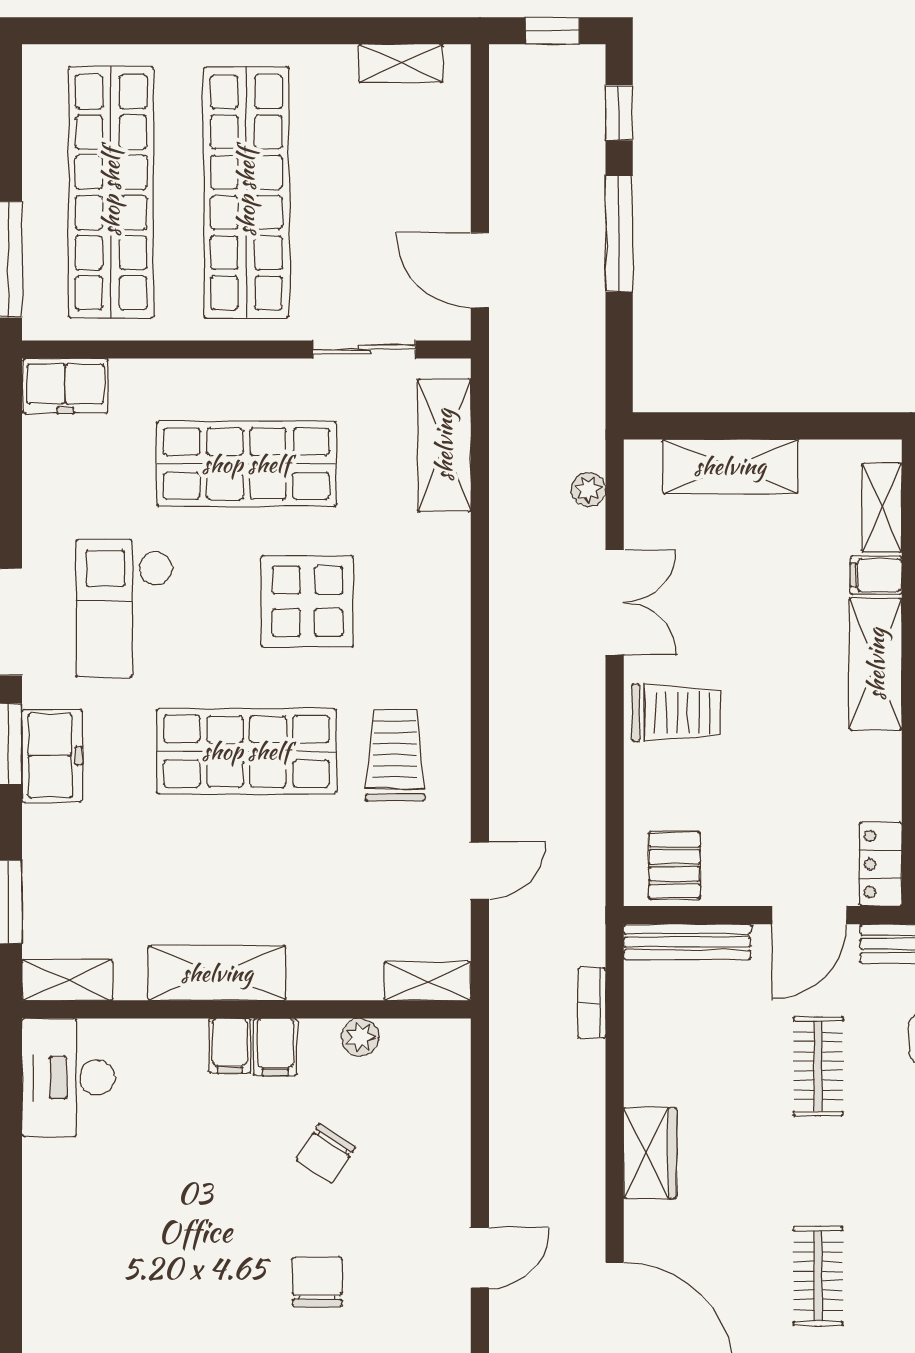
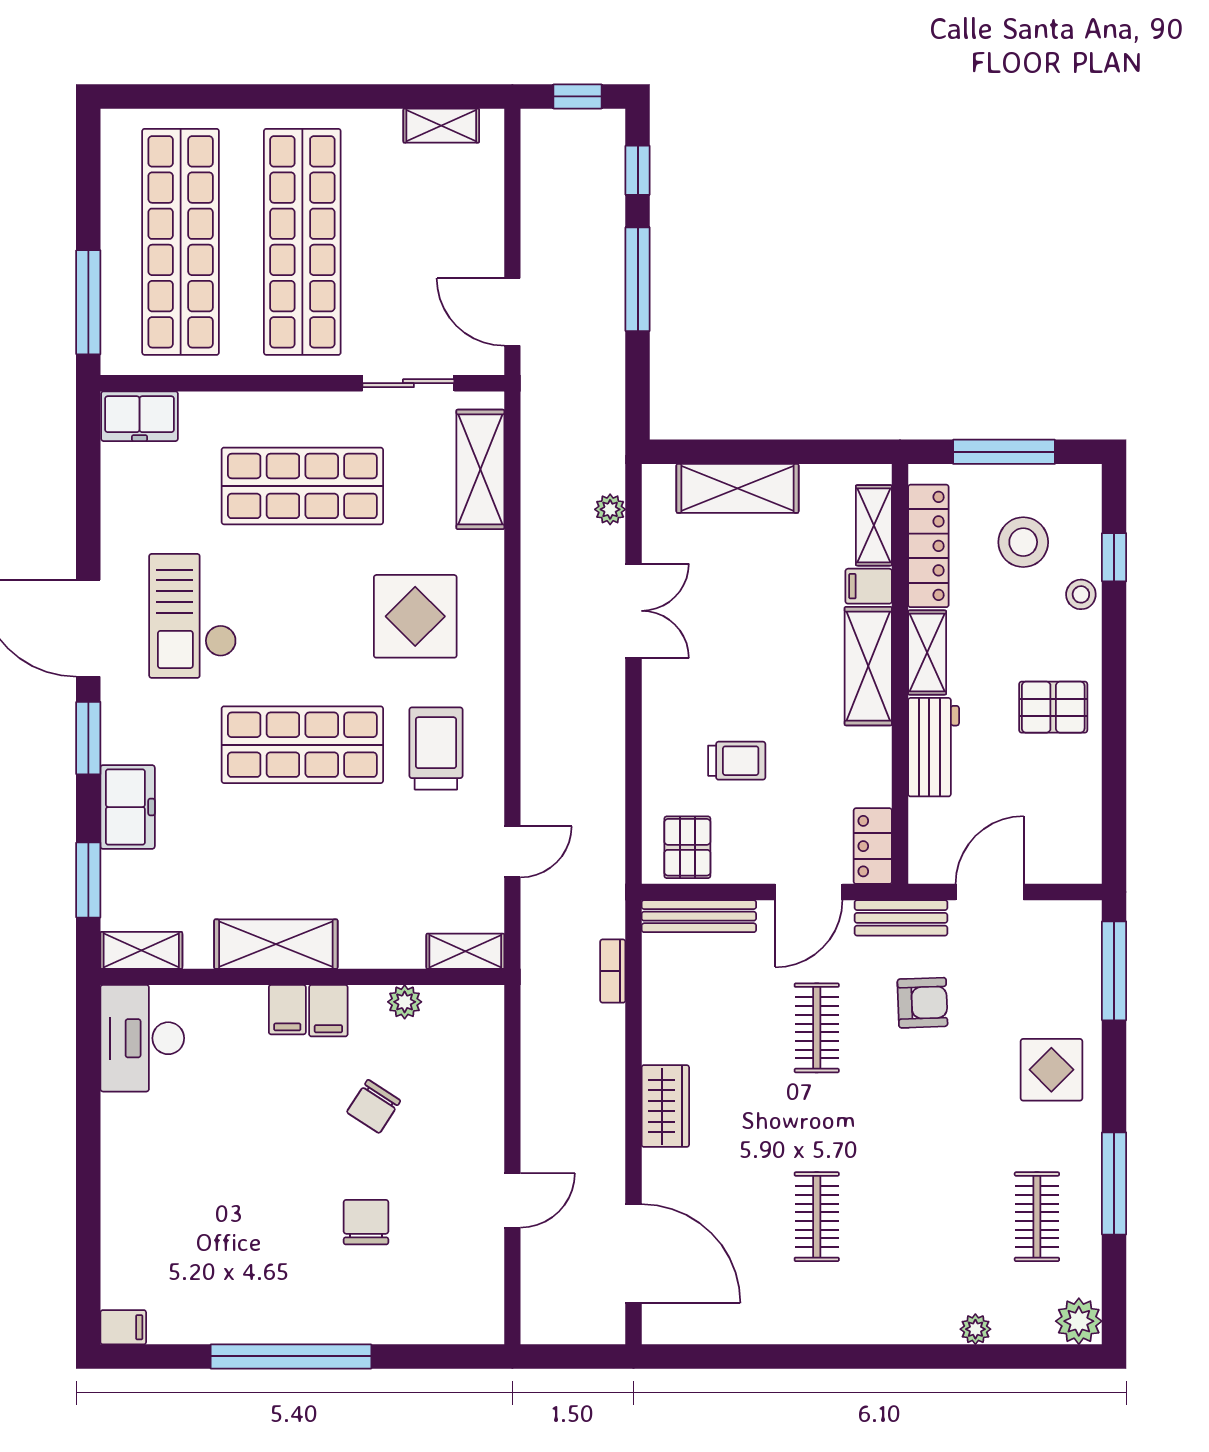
display table: (307, 601) -> (415, 616), moved
trolley: (677, 713) -> (737, 761), moved, width x0.73, depth x0.72
freezer: (52, 756) -> (128, 807), moved

